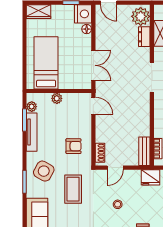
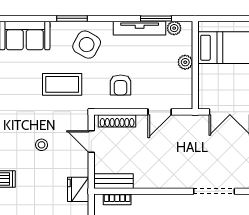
door: (93, 106) -> (160, 112), moved
shoe rack: (100, 153) -> (117, 121), width x1.43

